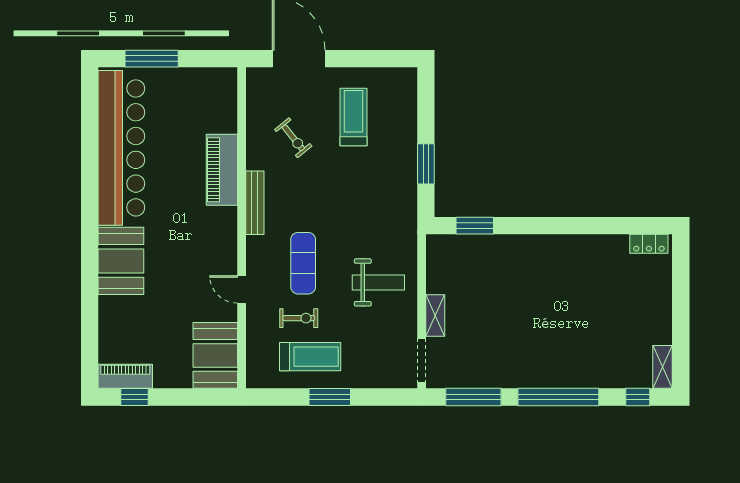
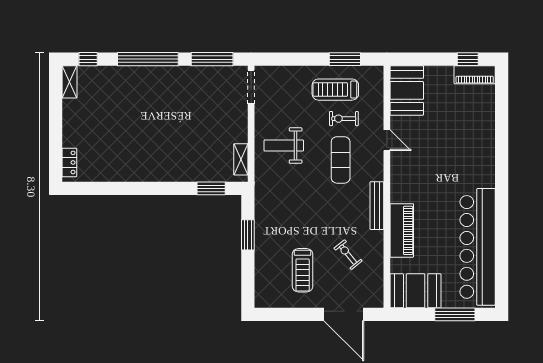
locker: (649, 244) -> (69, 162), moved, turned 90
booth: (121, 261) -> (416, 291), moved, turned 90
shelving: (435, 315) -> (241, 159), moved
window: (330, 397) -> (345, 59), moved

